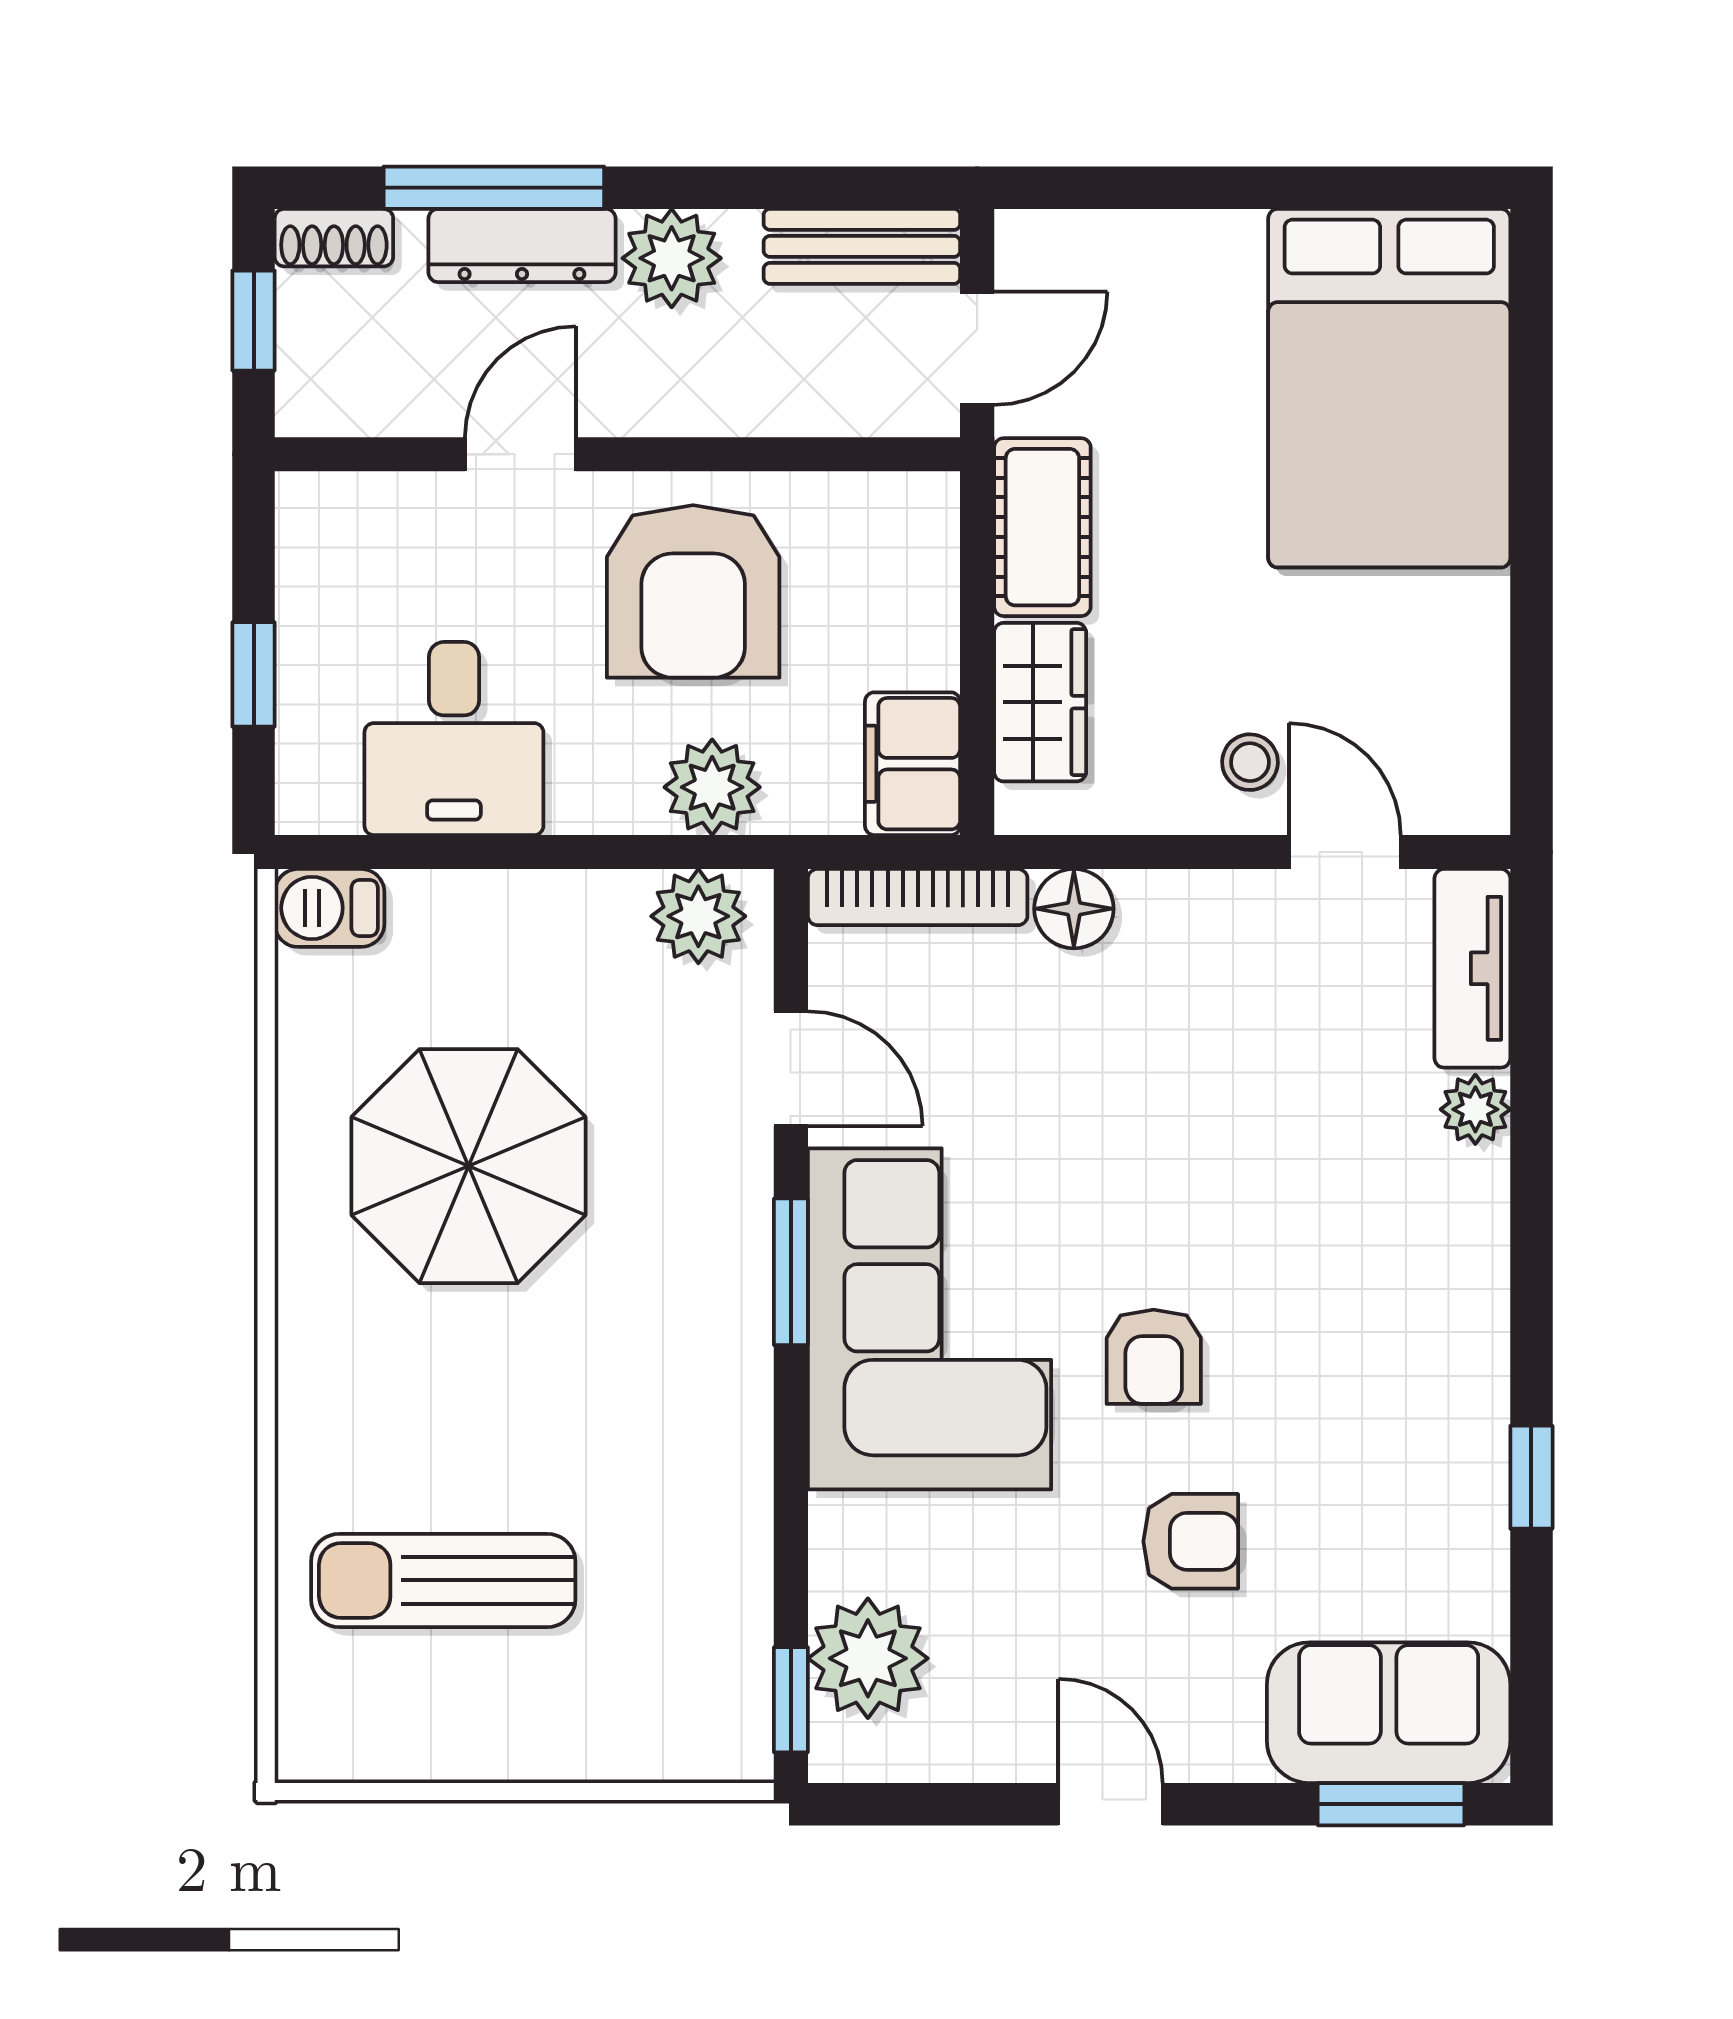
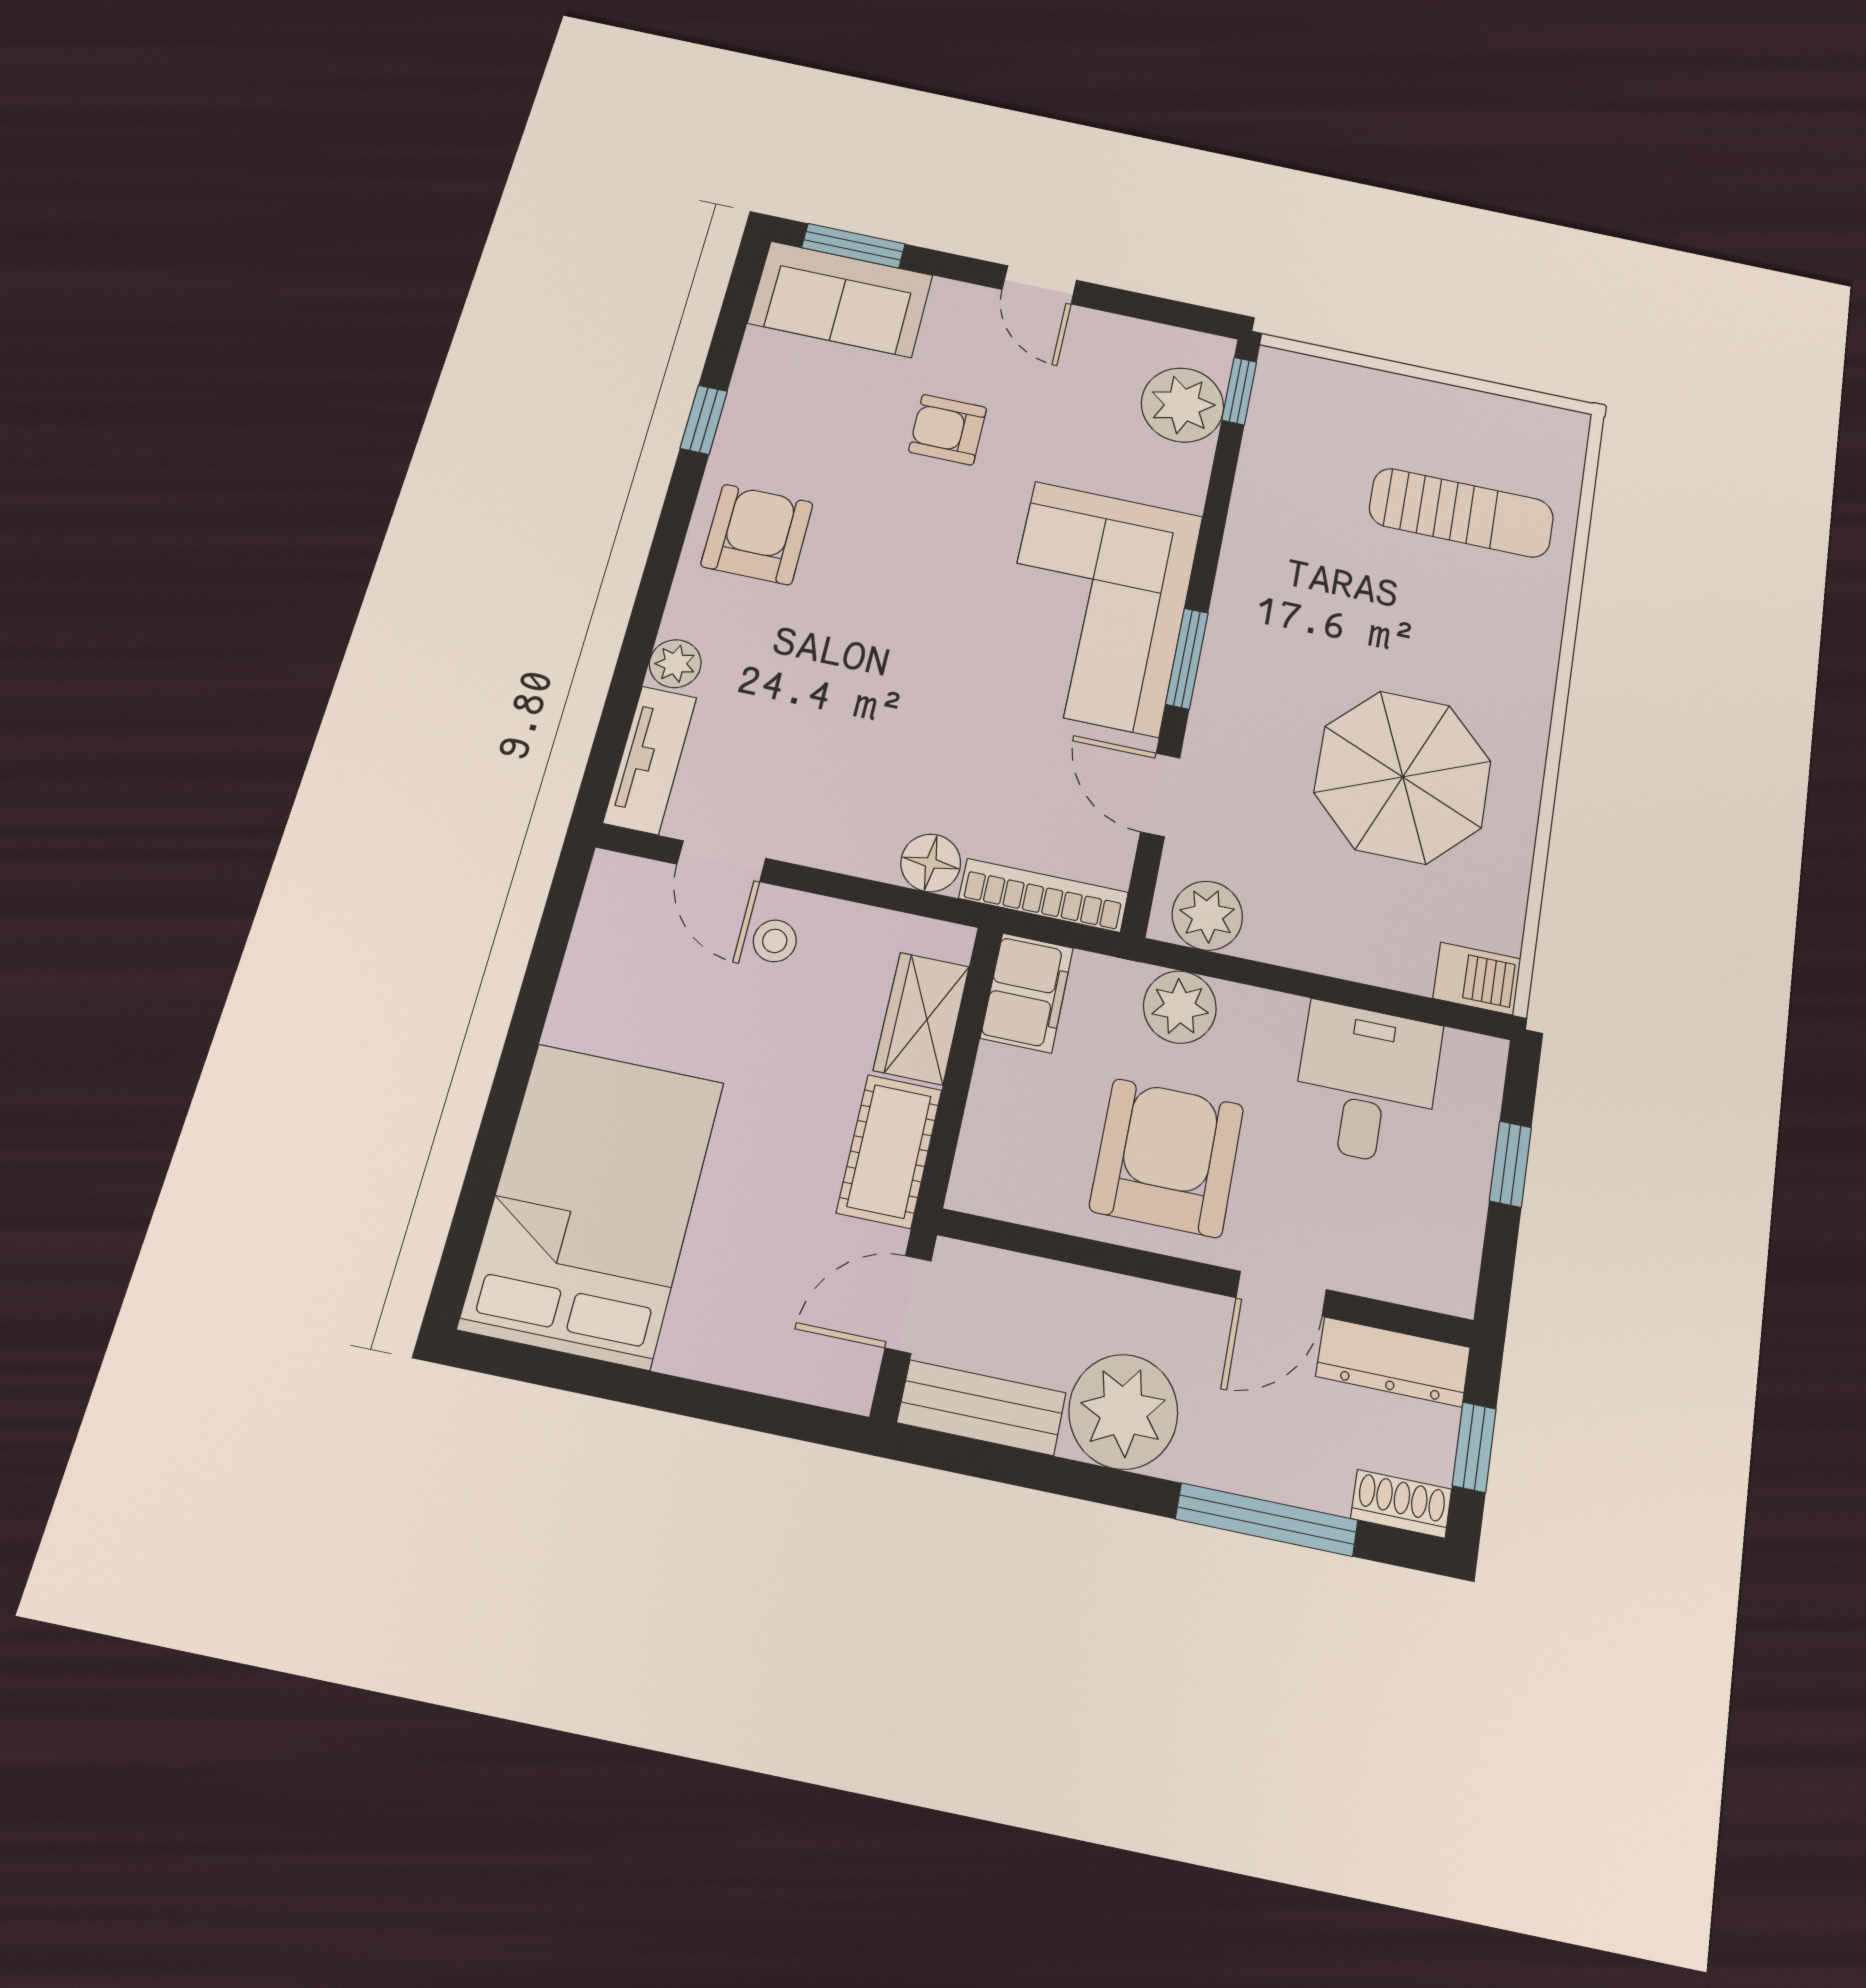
dresser: (522, 245) -> (1393, 1362), moved, turned 180
plant: (672, 258) -> (1123, 1412), width x1.36, depth x1.36
armchair: (1154, 1357) -> (757, 534), moved, width x1.38, depth x1.38

